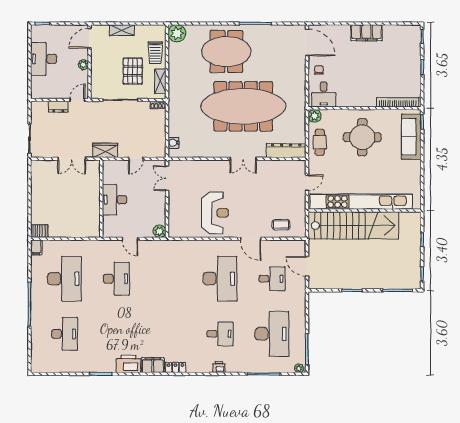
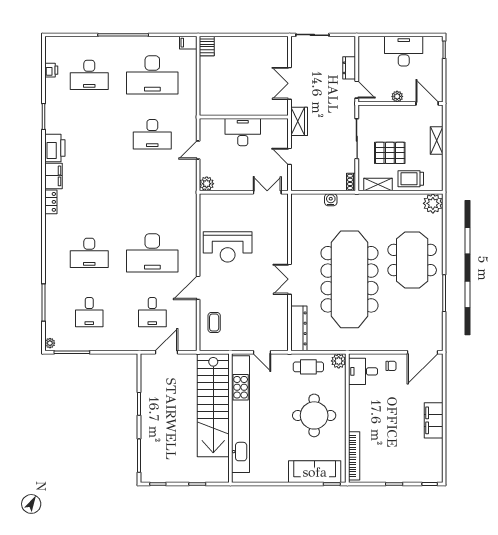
water cooler: (174, 143) -> (331, 200), moved
desk: (220, 334) -> (89, 253), width x1.37
desk: (272, 334) -> (89, 312), width x0.53, depth x0.77
printer: (219, 367) -> (51, 70), moved

